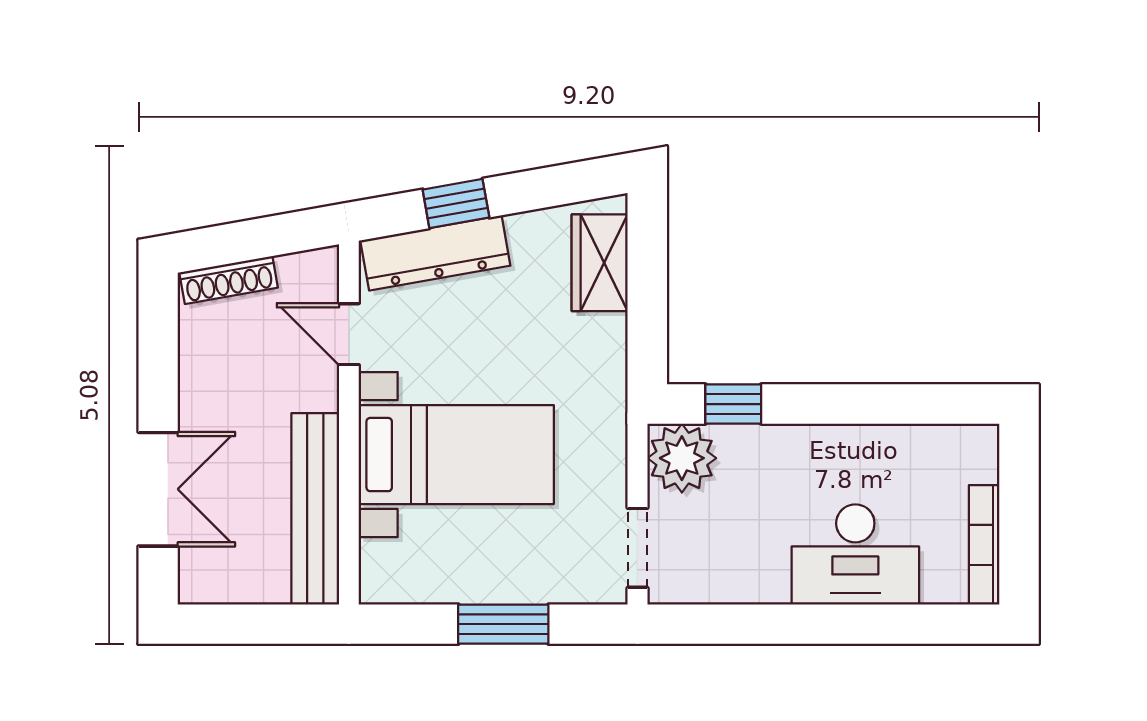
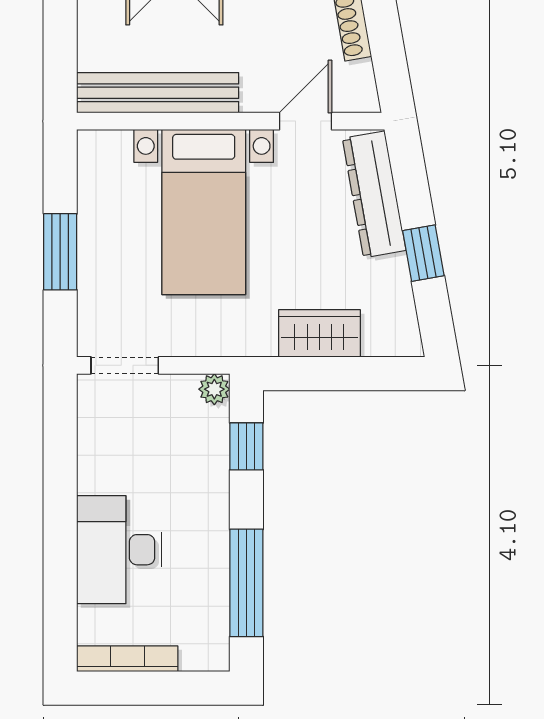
window: (456, 203) -> (423, 253), moved
wardrobe: (600, 263) -> (319, 333), moved
window: (895, 404) -> (246, 583), added
plant: (682, 458) -> (214, 389), width x0.53, depth x0.53

